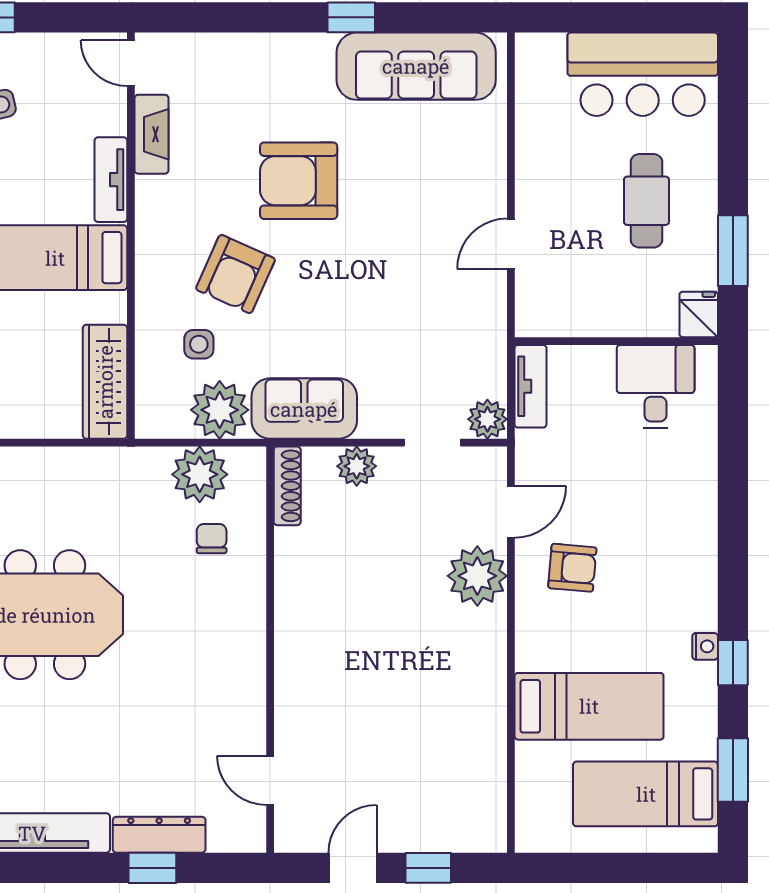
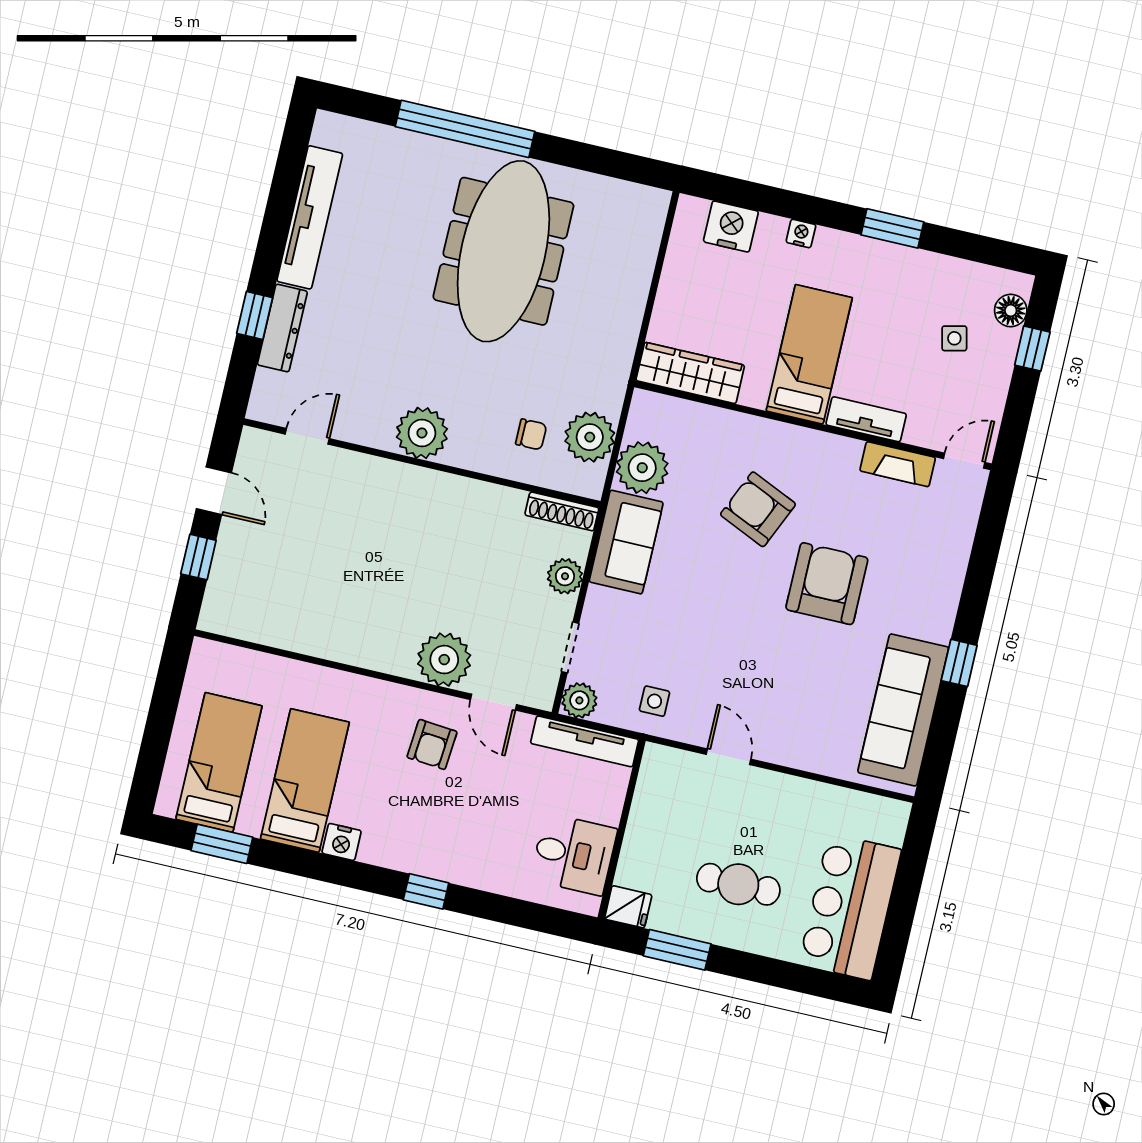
side table: (199, 344) -> (655, 701), moved
tv unit: (530, 386) -> (585, 741), width x1.41
nightstand: (705, 646) -> (342, 842), width x1.39, depth x1.35
plant: (238, 657) -> (422, 433), added
window: (733, 663) -> (426, 891), moved
bed: (589, 706) -> (305, 781), moved, turned 180

